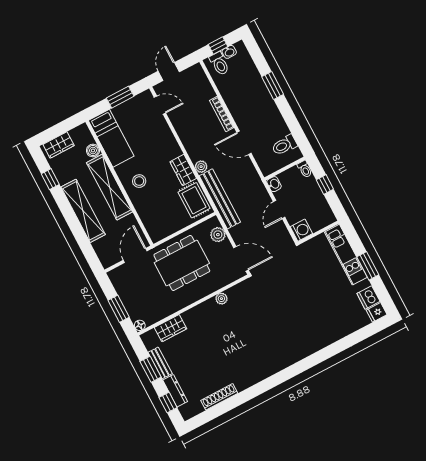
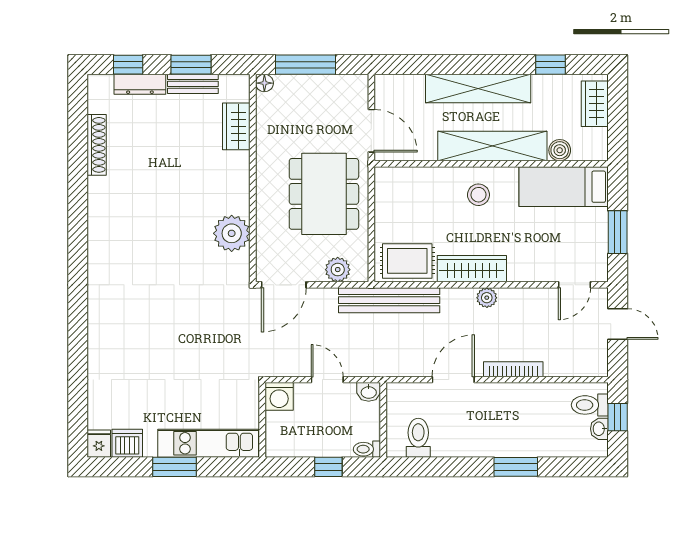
plant: (201, 167) -> (487, 298), moved
wardrobe: (183, 170) -> (472, 269), width x1.50
plant: (221, 299) -> (232, 233), width x1.87, depth x1.87
window: (119, 309) -> (306, 65), width x1.44

